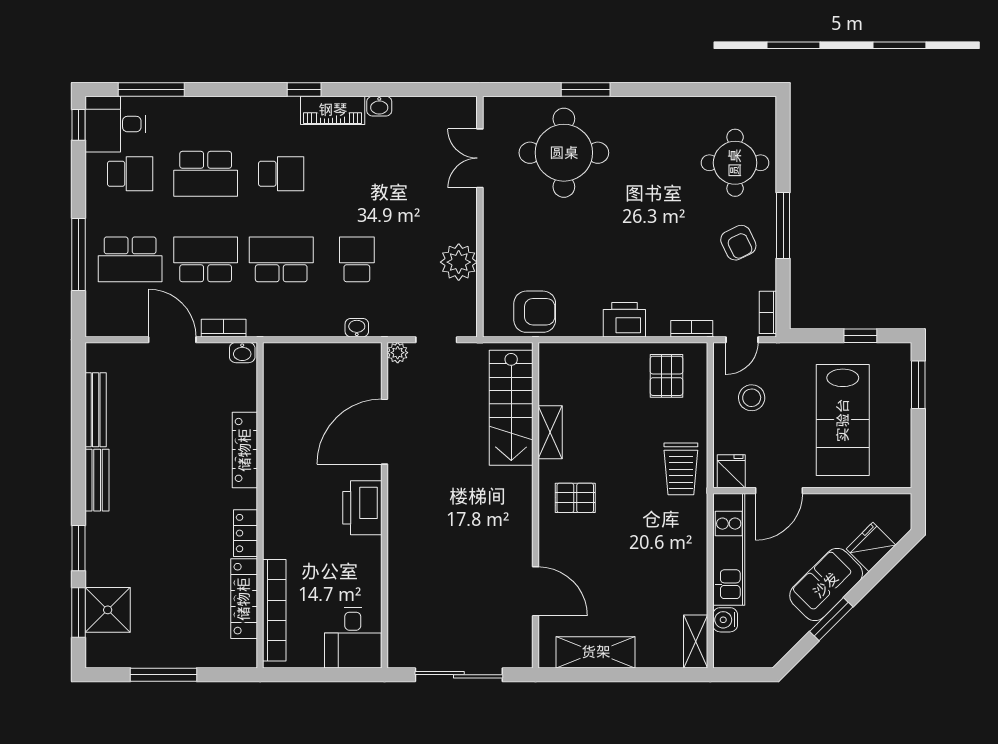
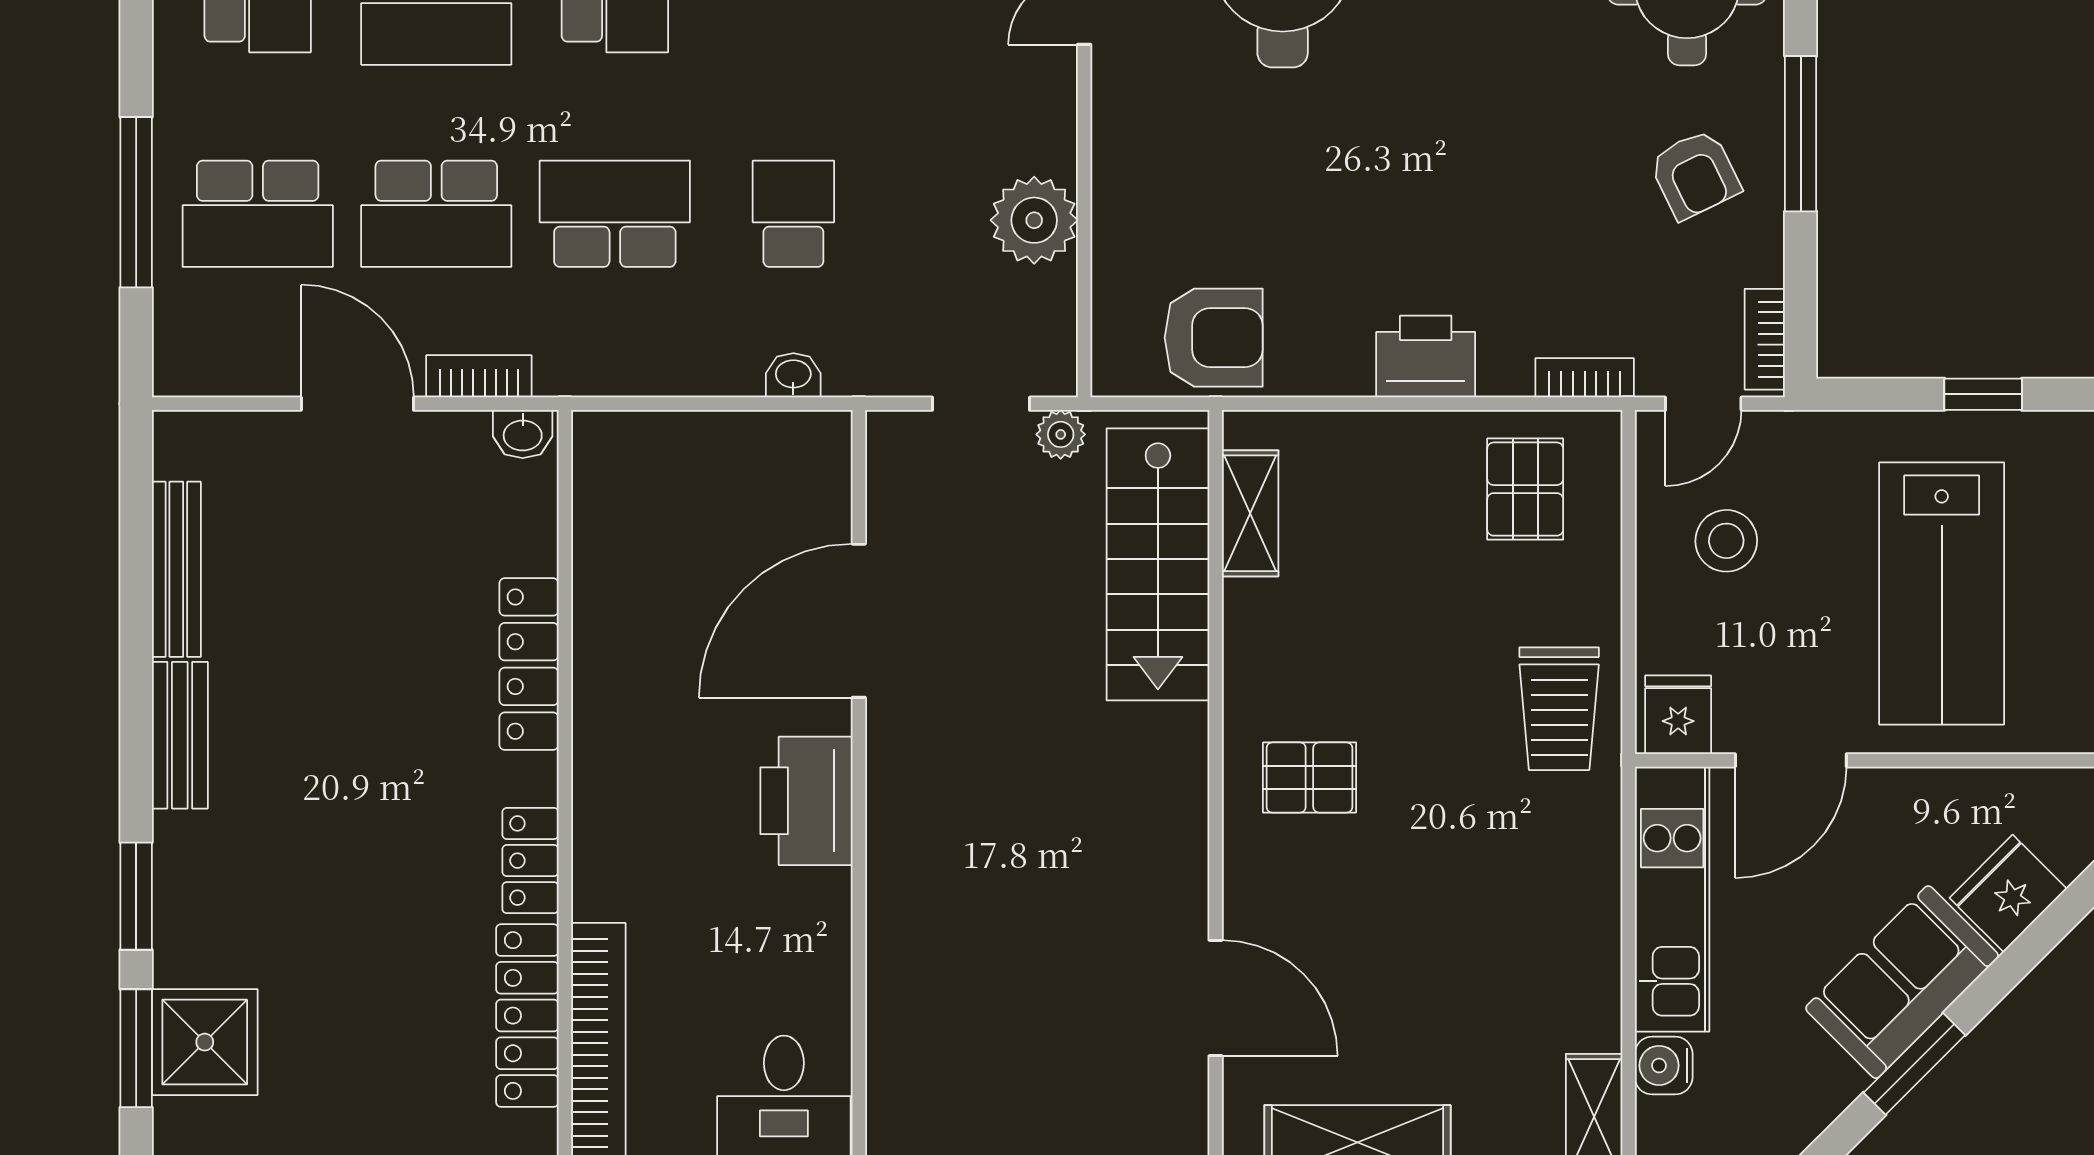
school desk: (206, 259) -> (436, 214), turned 180
plant: (398, 353) -> (1061, 434), moved
shelving: (550, 432) -> (1250, 513), moved

